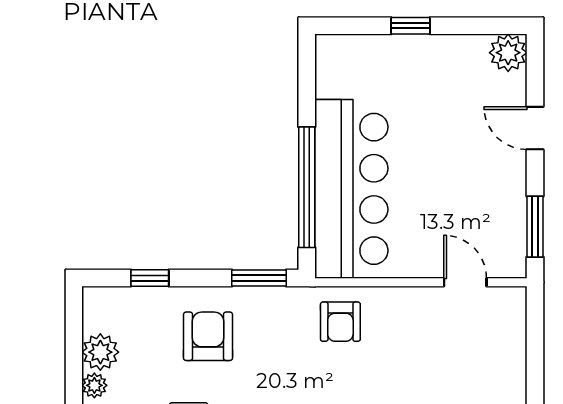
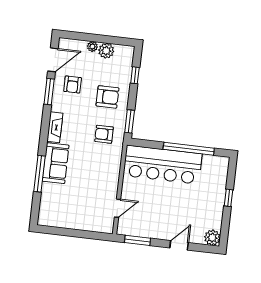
window: (307, 187) -> (189, 149), moved
armchair: (340, 322) -> (104, 134), moved

